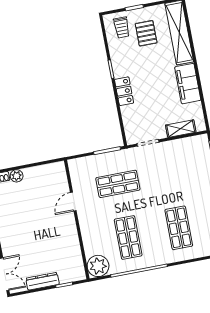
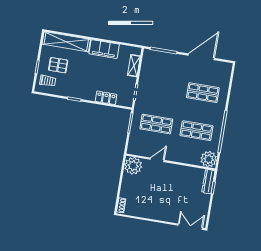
locker: (124, 91) -> (106, 98), moved
plant: (17, 176) -> (133, 166), moved, width x1.88, depth x1.88
shop shelf: (118, 184) -> (156, 124), turned 90
door: (73, 202) -> (157, 160), swing flipped
dresser: (42, 281) -> (208, 182), moved

